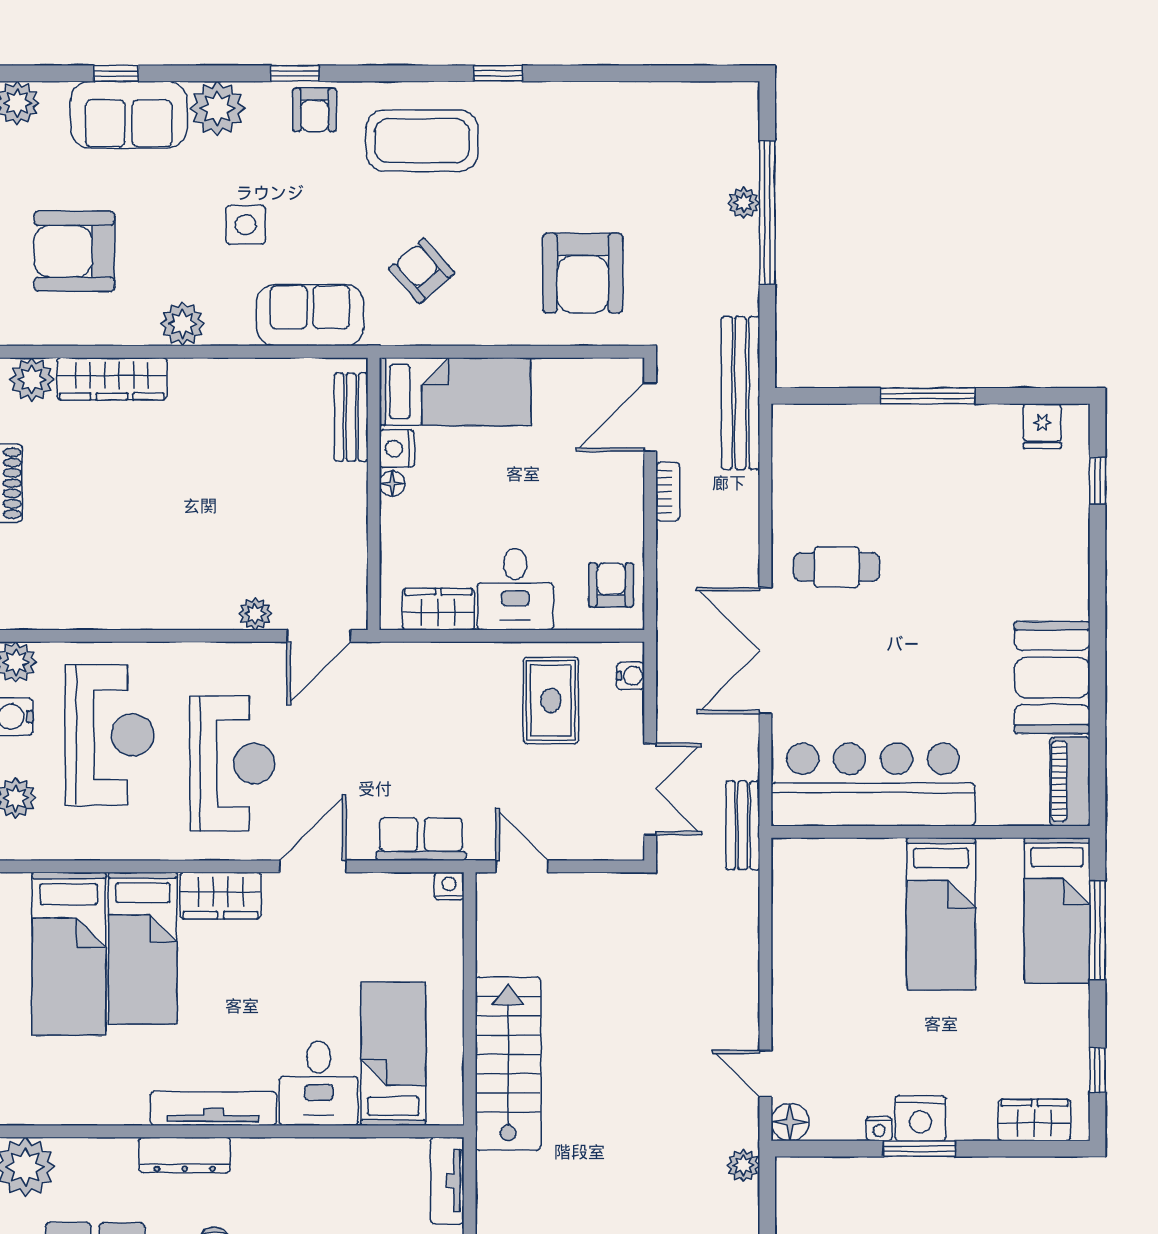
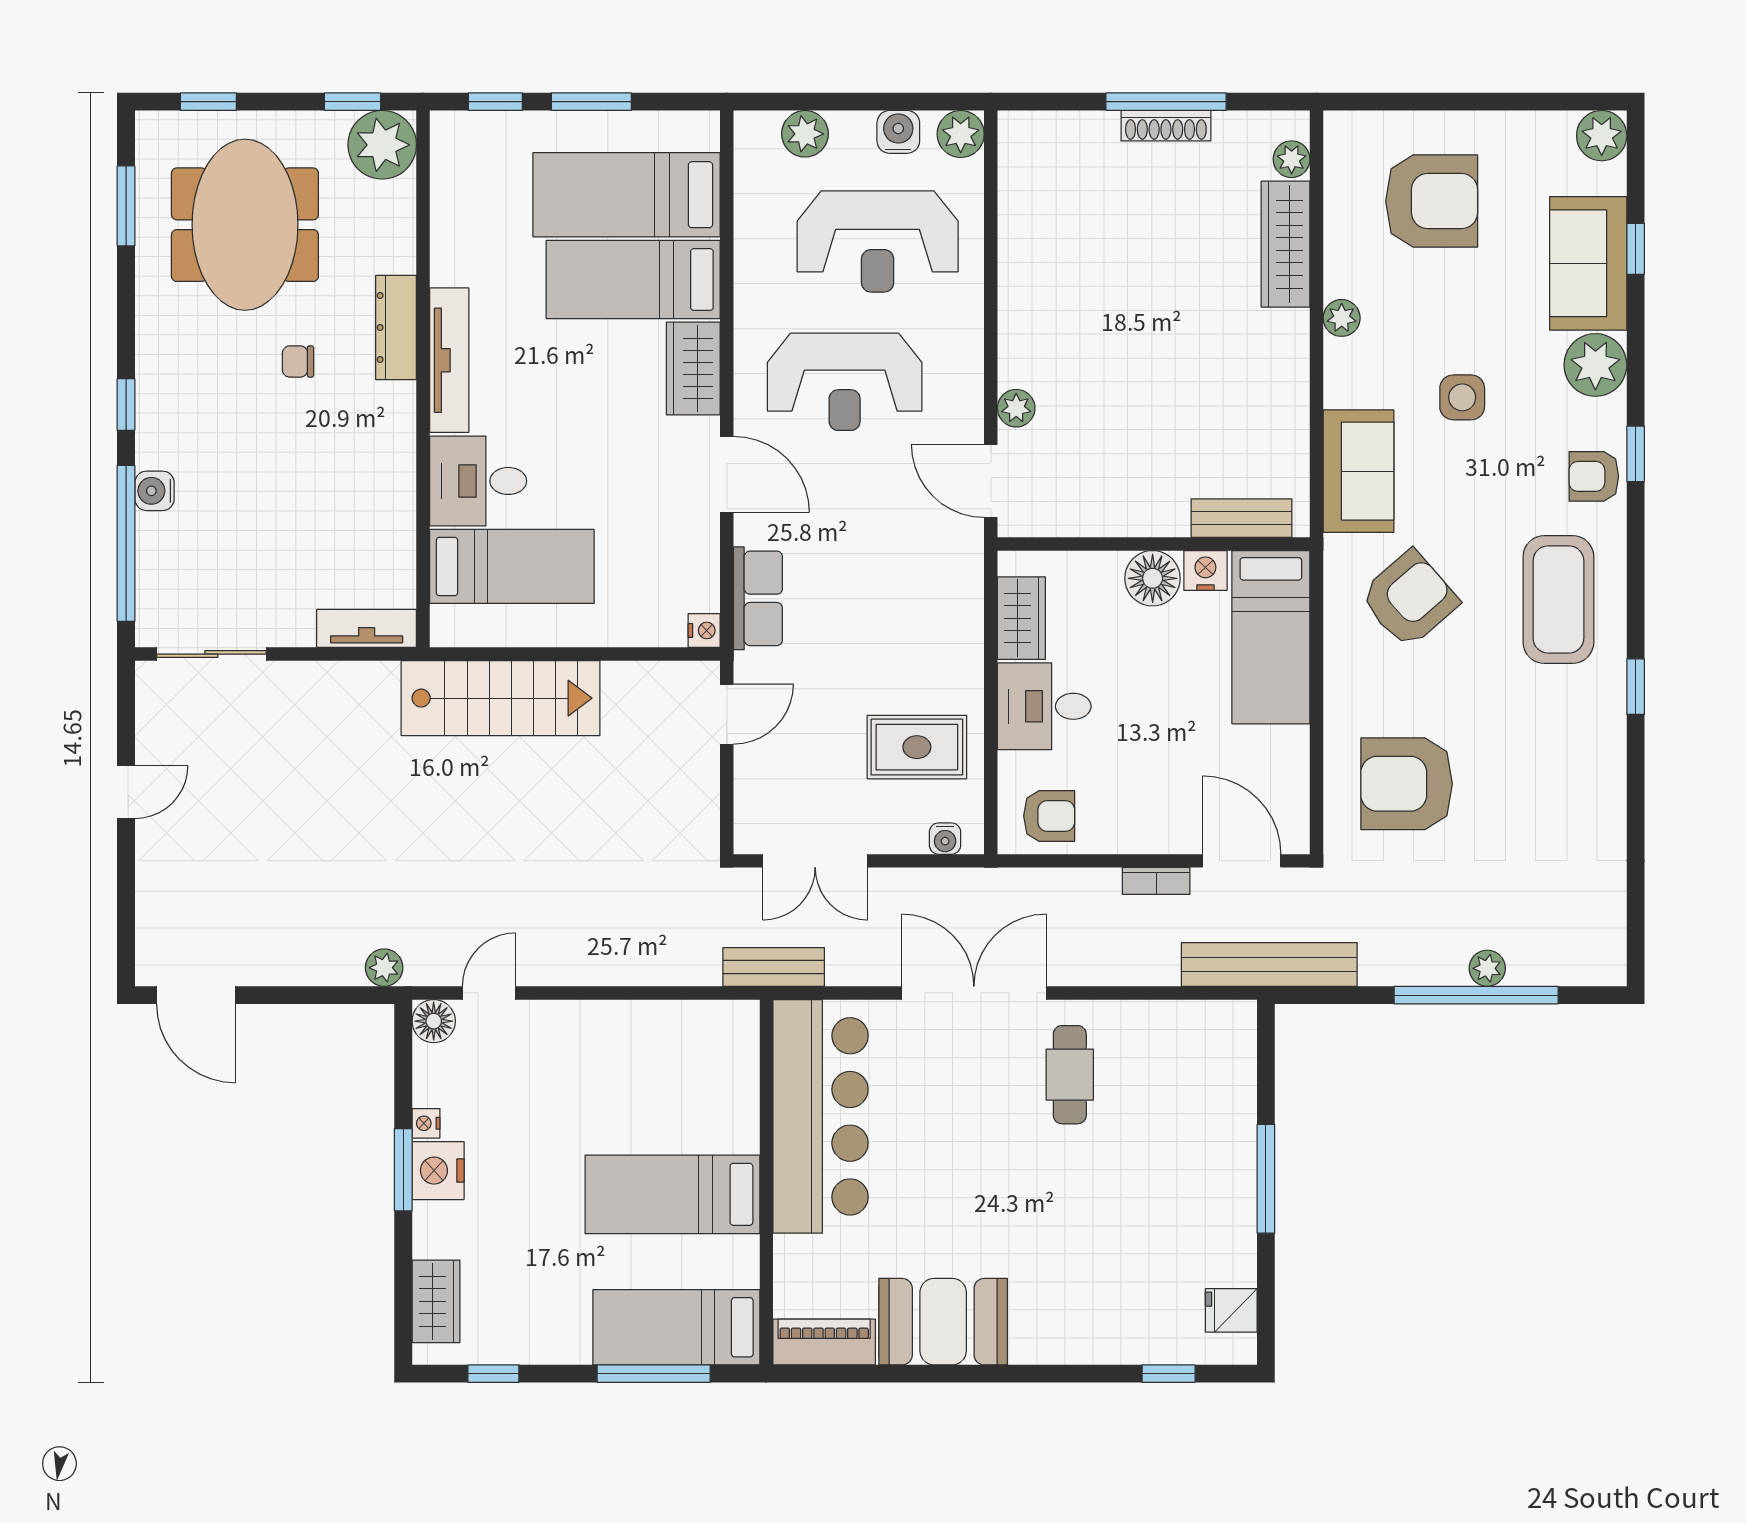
armchair: (74, 251) -> (1432, 201), turned 90
armchair: (422, 271) -> (1409, 599), width x1.38, depth x1.38
plant: (182, 324) -> (1342, 318), width x0.73, depth x0.73
plant: (32, 380) -> (1292, 159), width x0.73, depth x0.73
floor lamp: (392, 483) -> (1153, 578), width x1.89, depth x1.89

